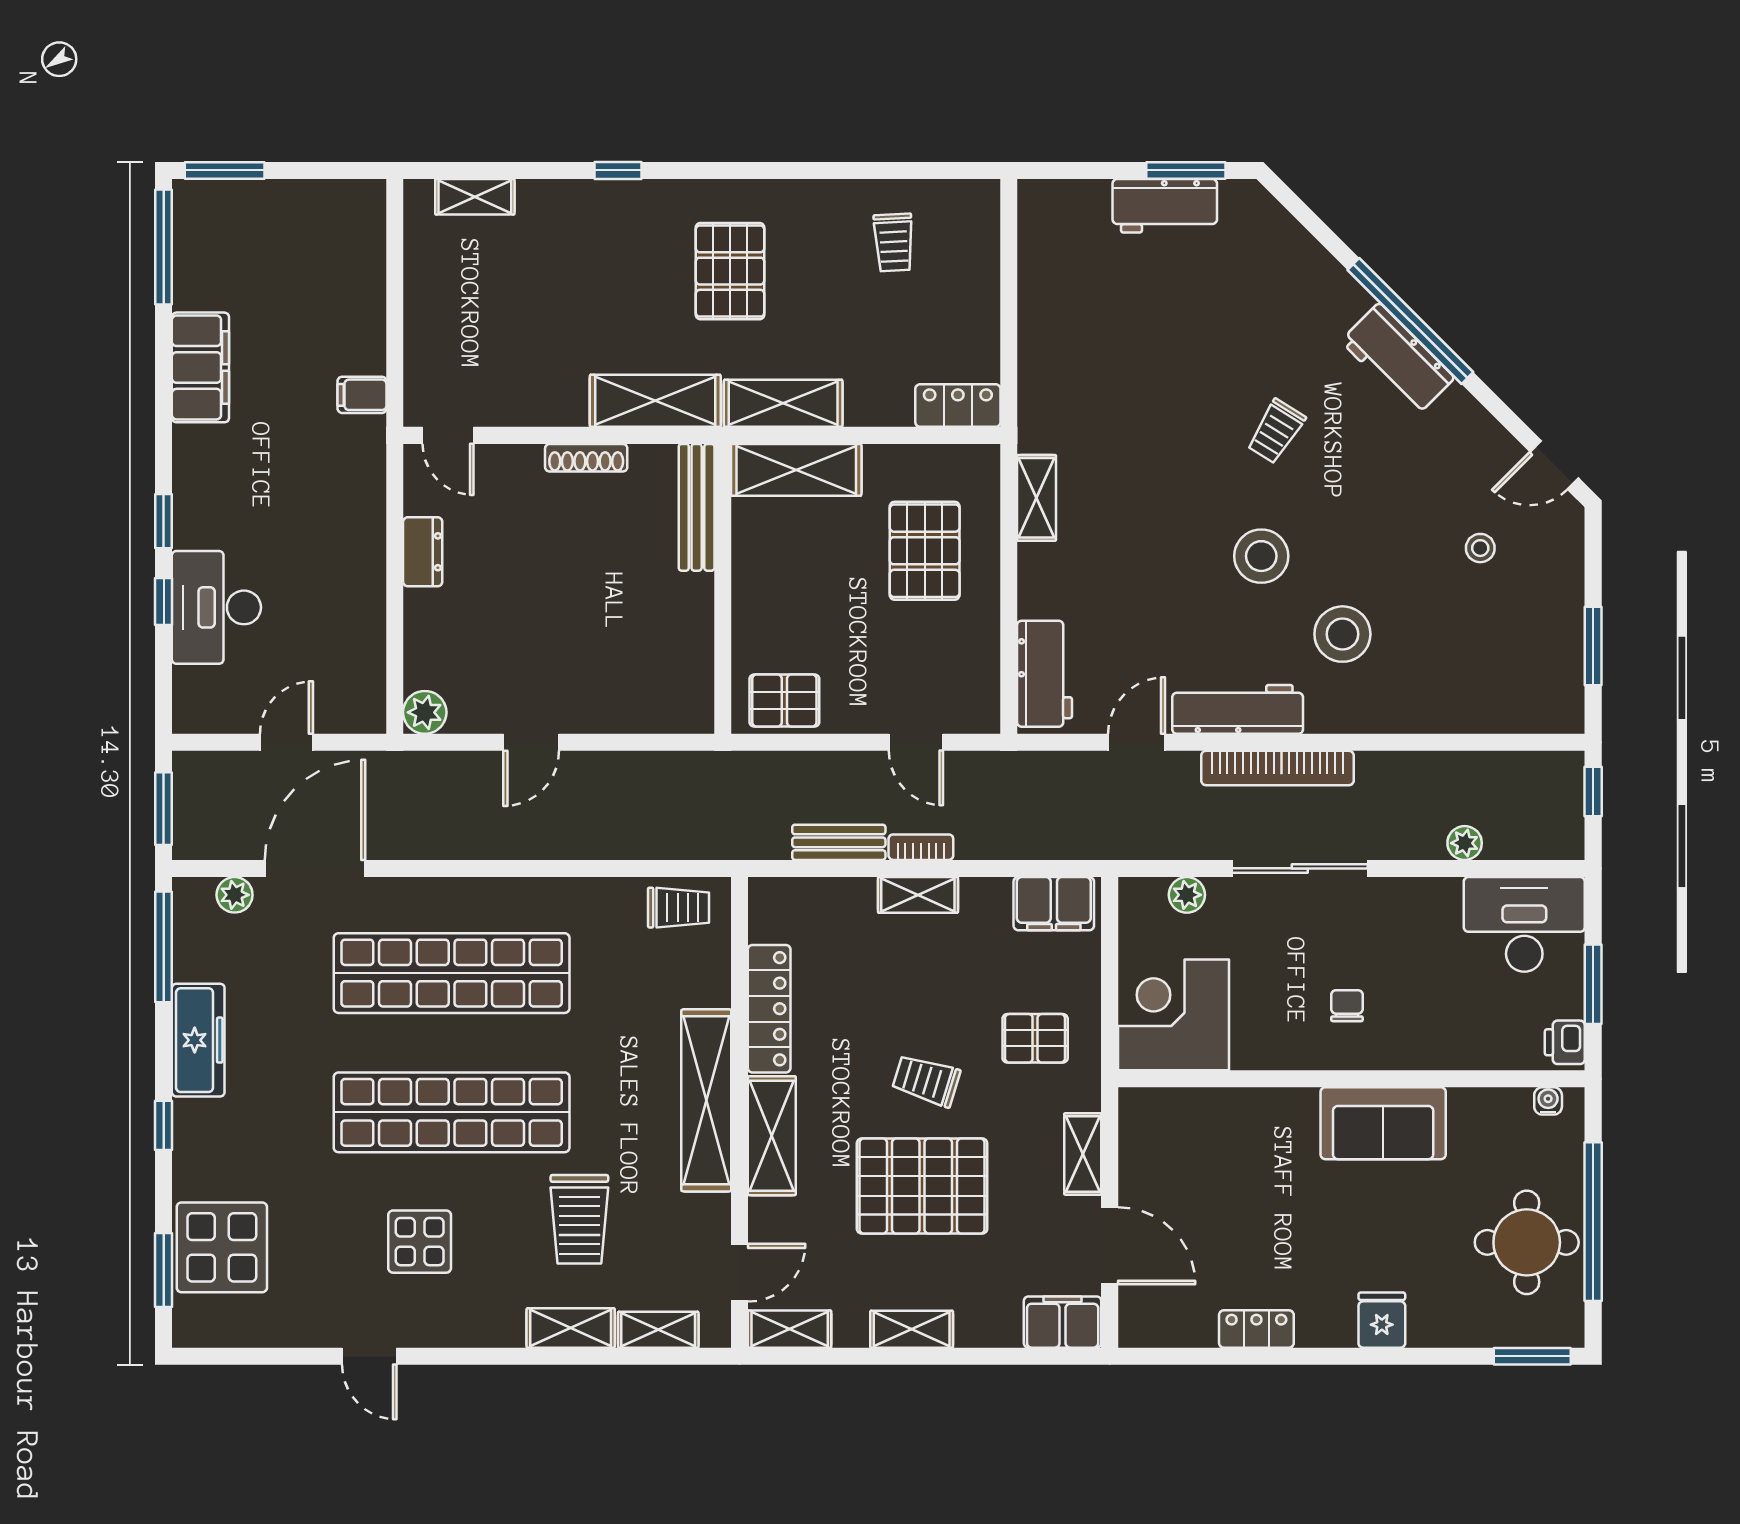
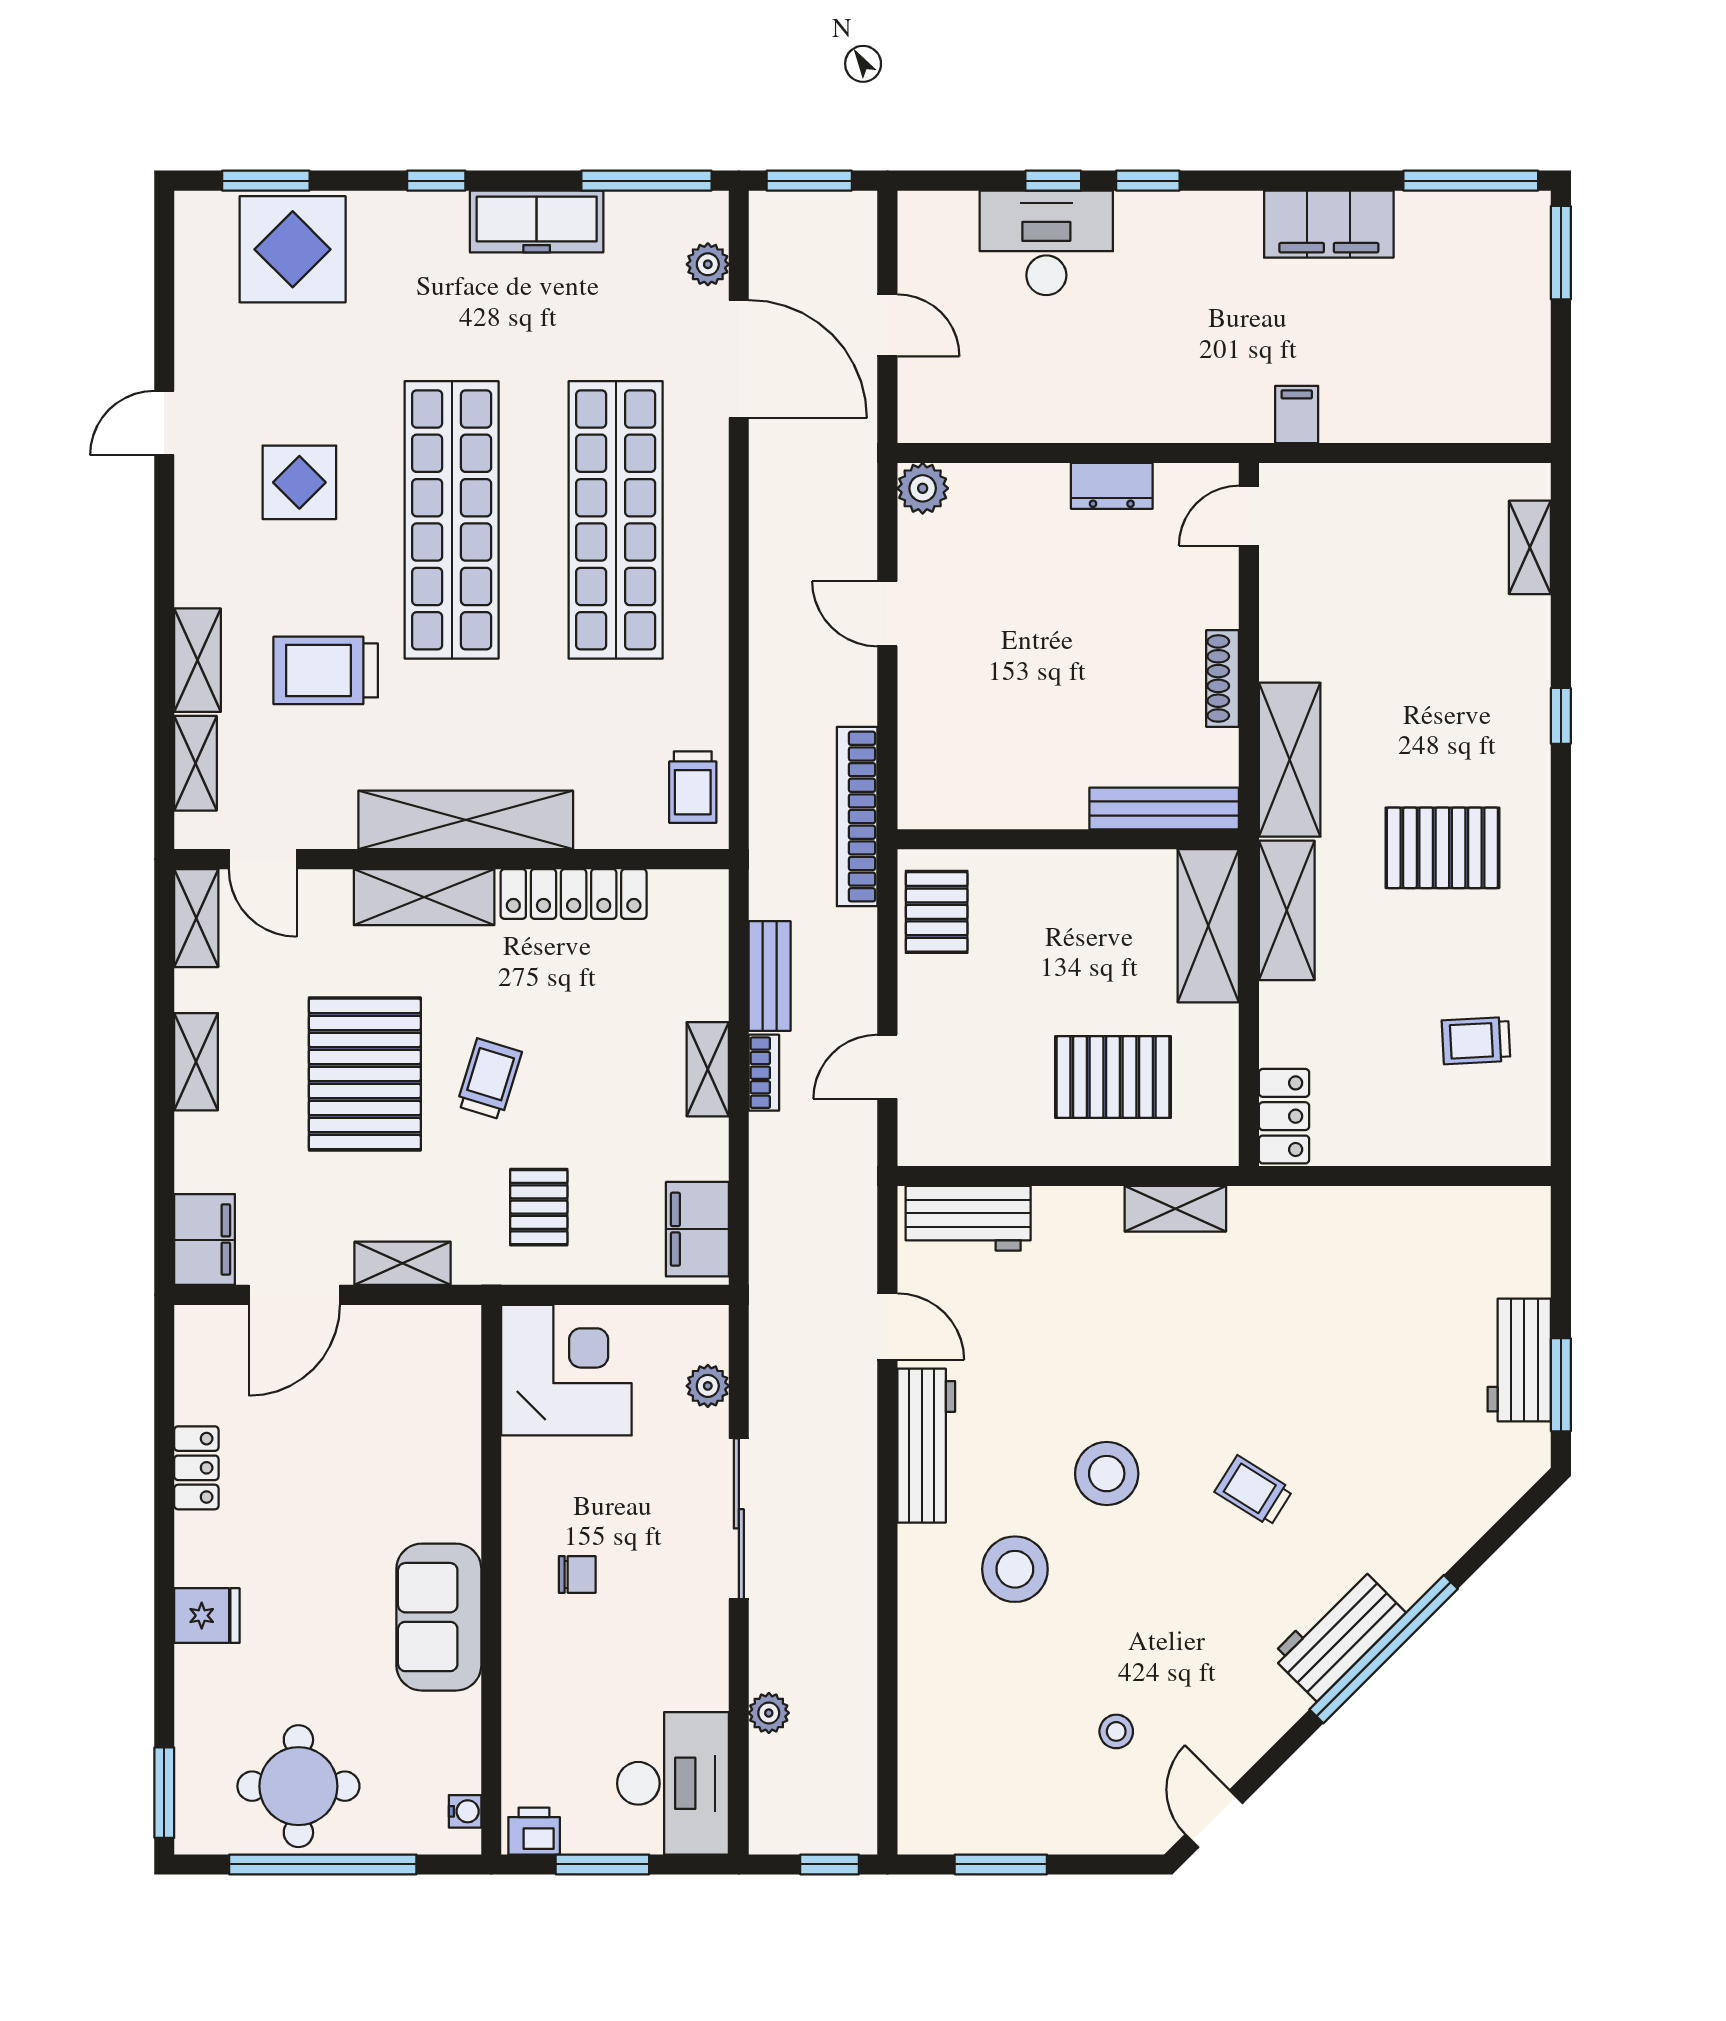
bookcase: (1277, 768) -> (857, 817), moved

